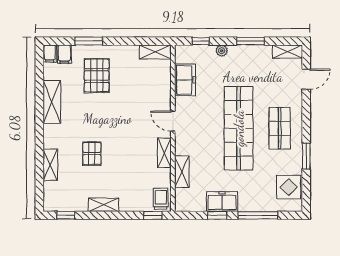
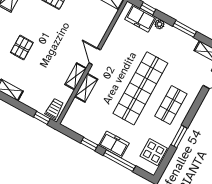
freezer: (185, 80) -> (141, 18), moved, turned 90
shelving: (182, 172) -> (86, 88), moved
freezer: (222, 202) -> (114, 144), moved

